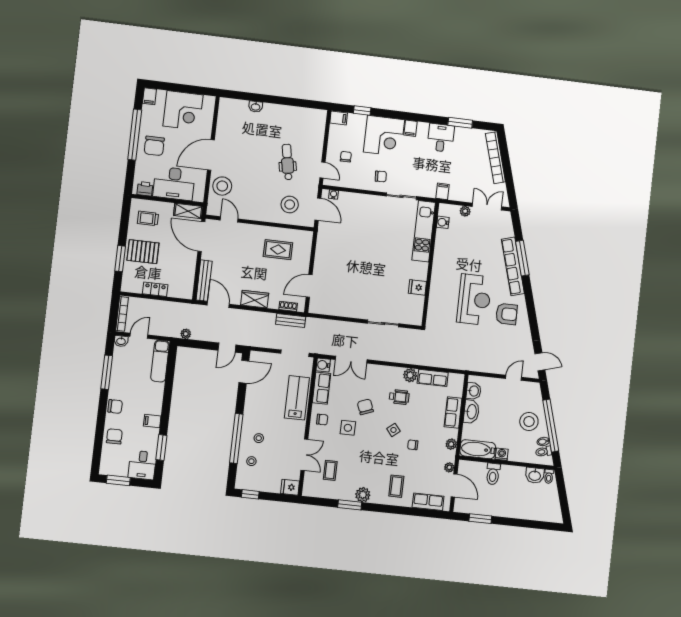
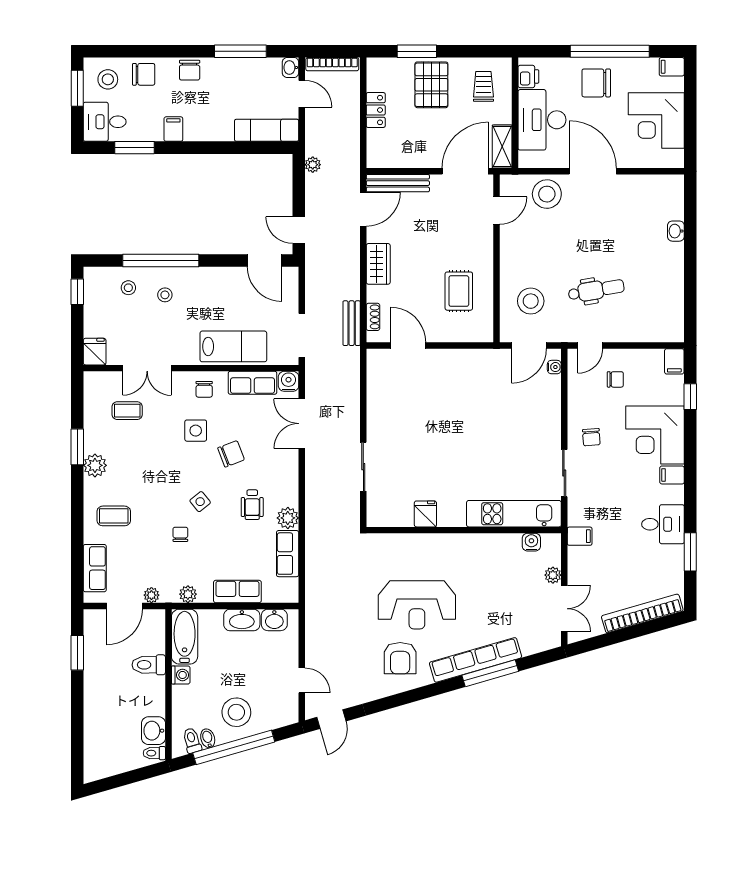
stool: (115, 460) -> (108, 79), added

